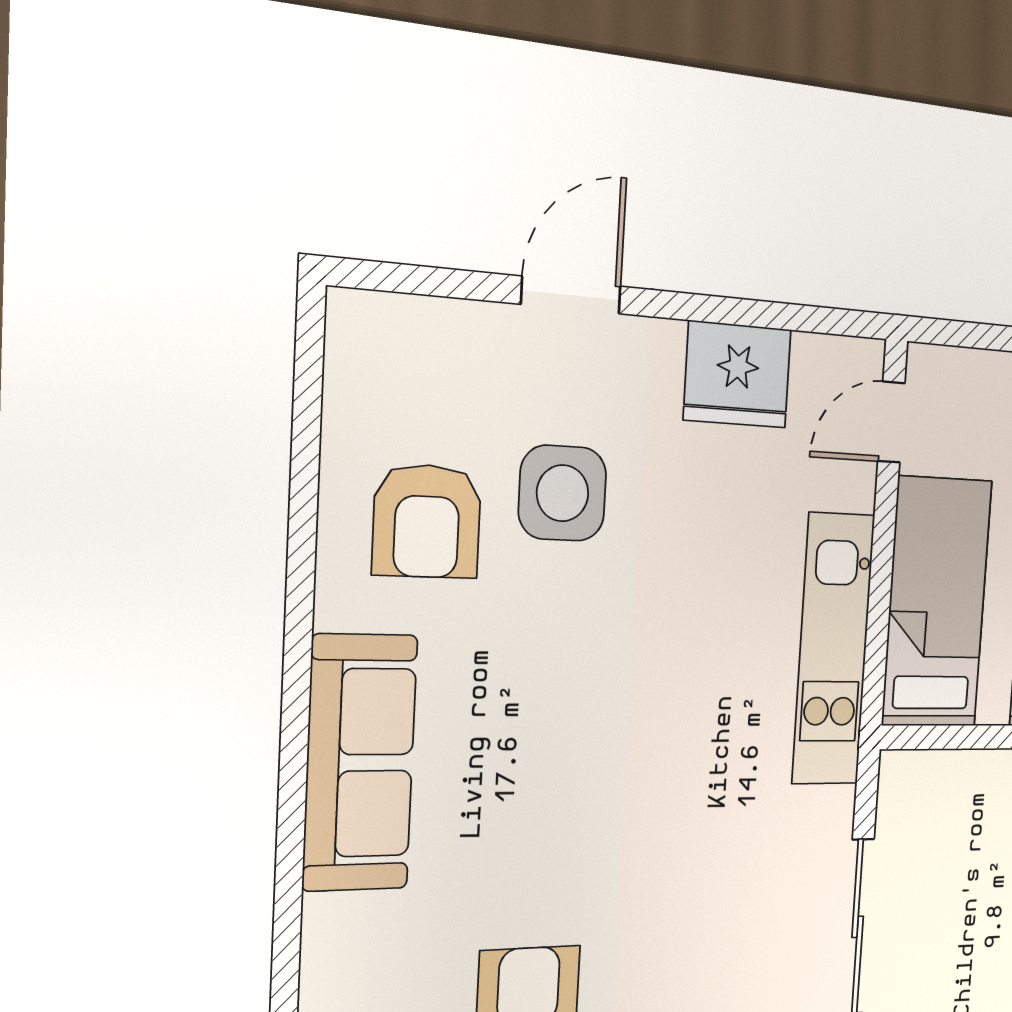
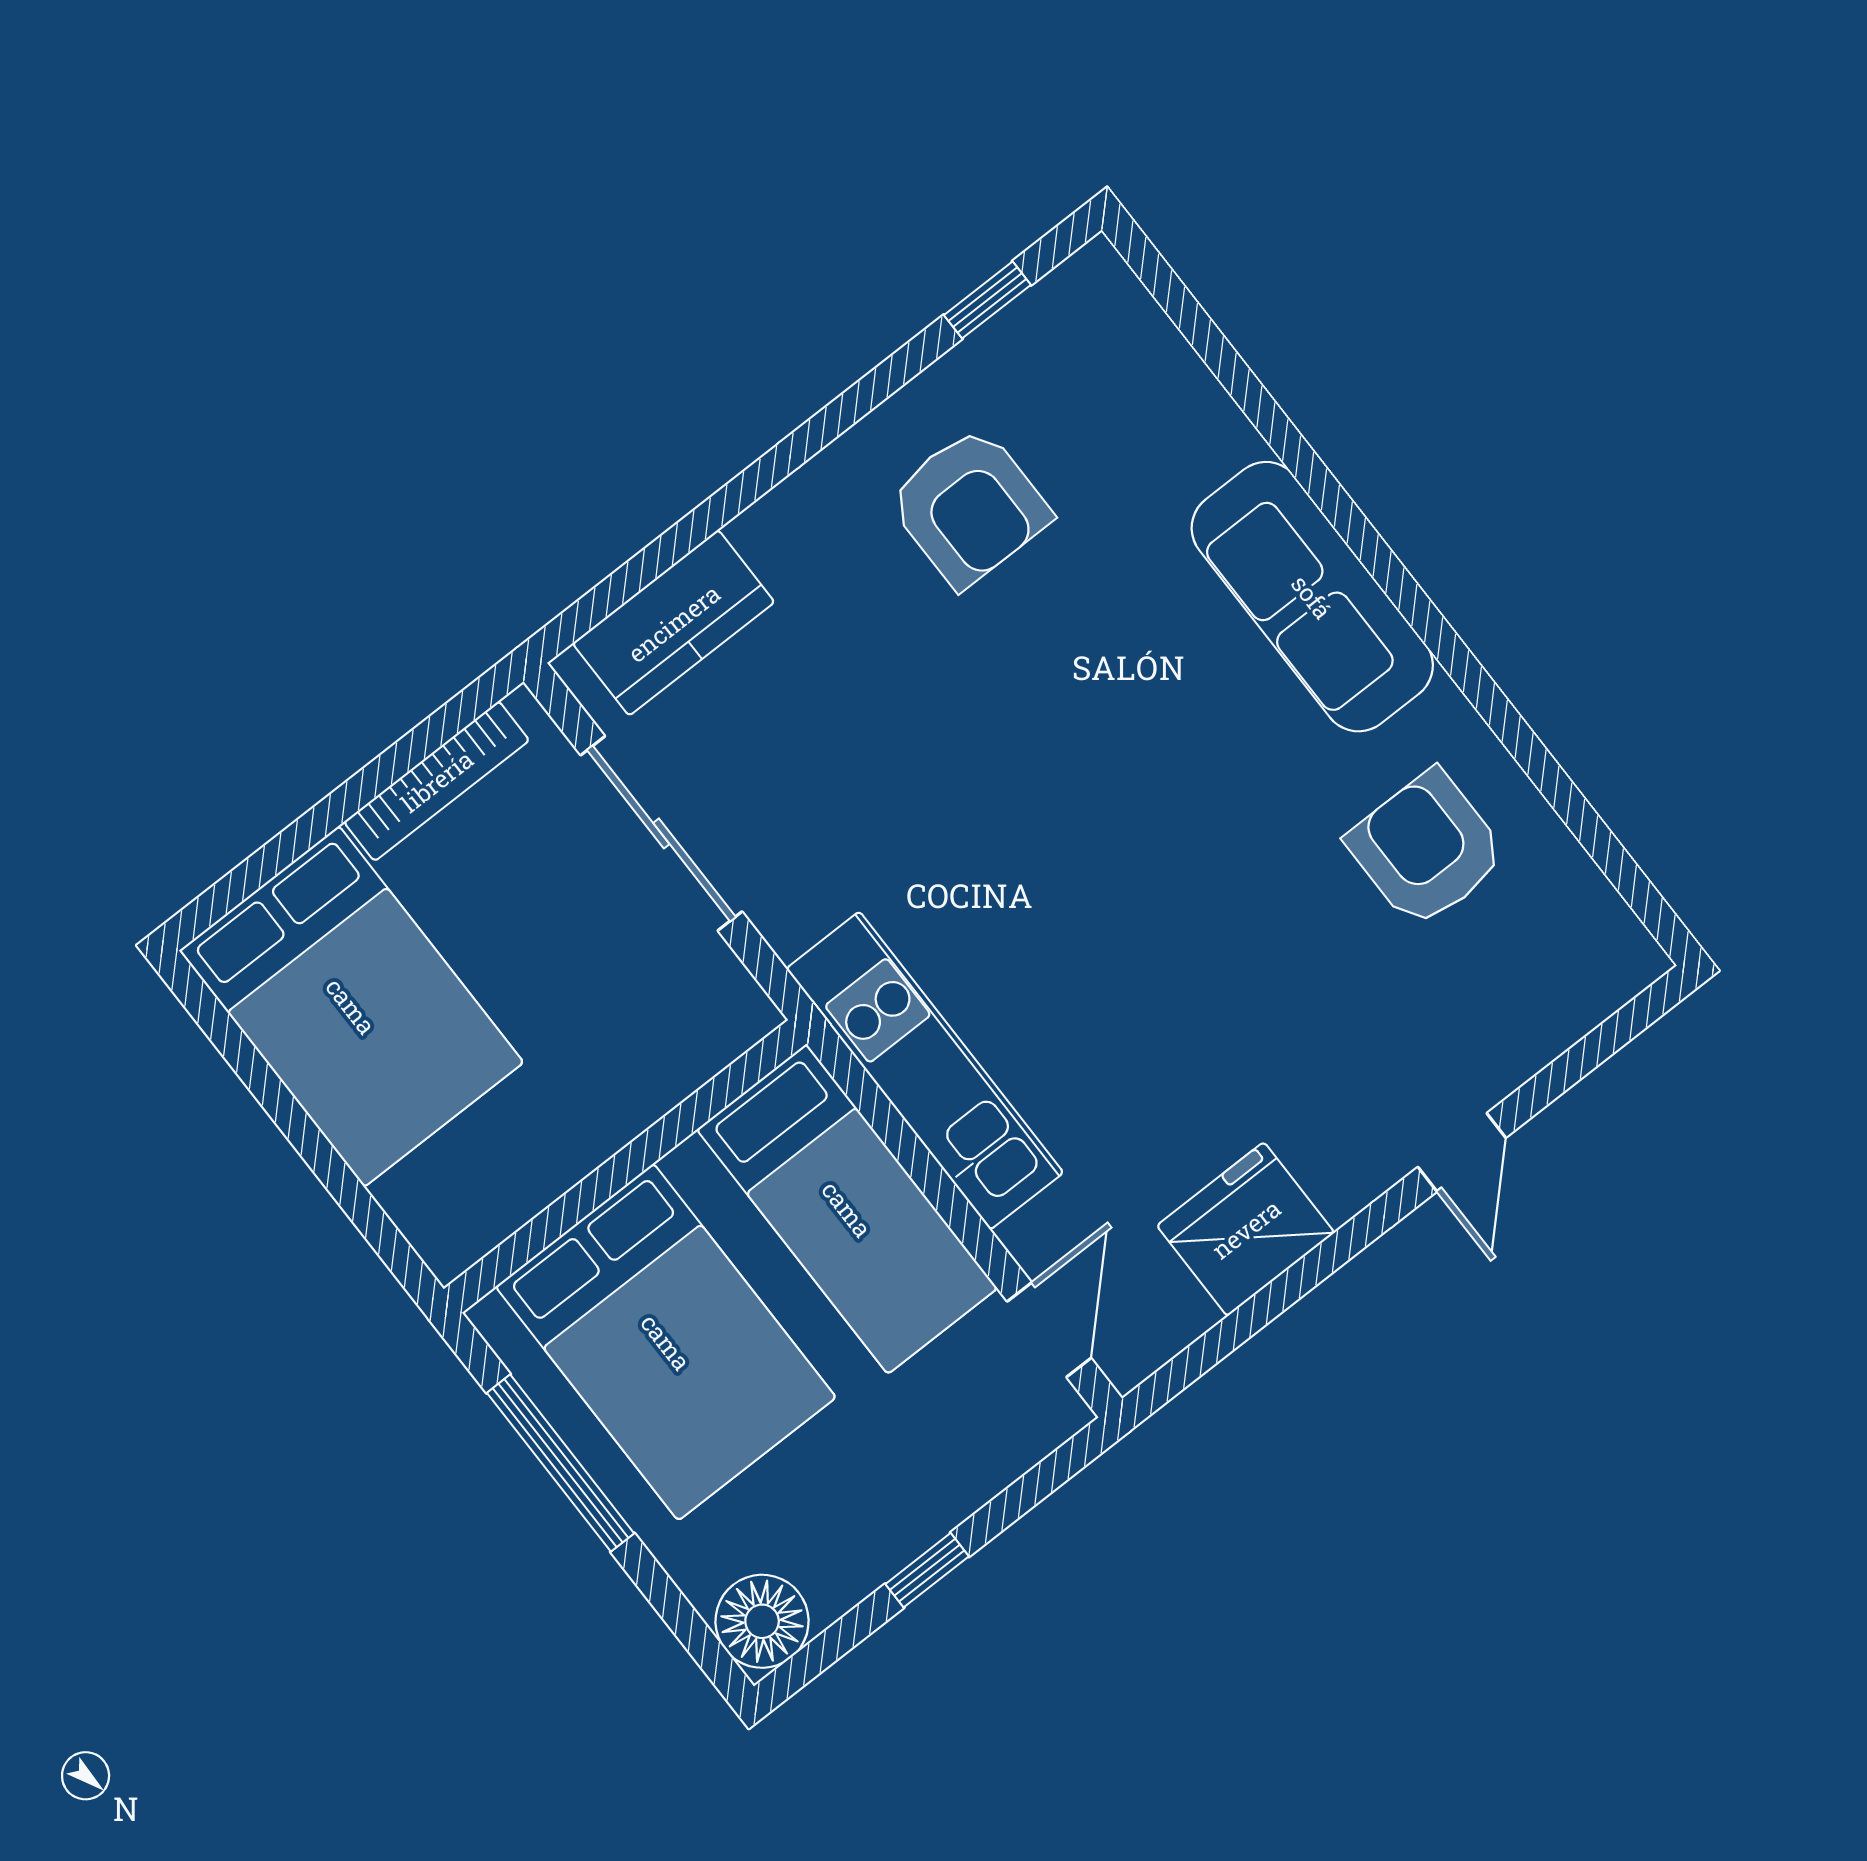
door: (571, 295) -> (1462, 1152), width x0.73
side table: (563, 493) -> (1323, 978), removed

